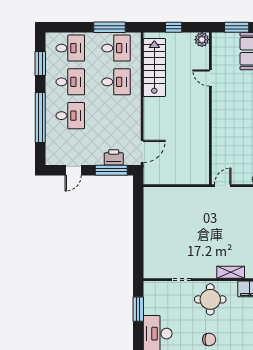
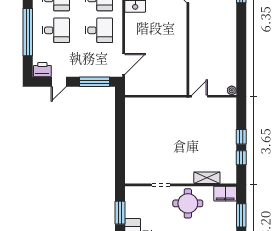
desk: (116, 116) -> (99, 30), added
printer: (114, 157) -> (42, 70), moved

